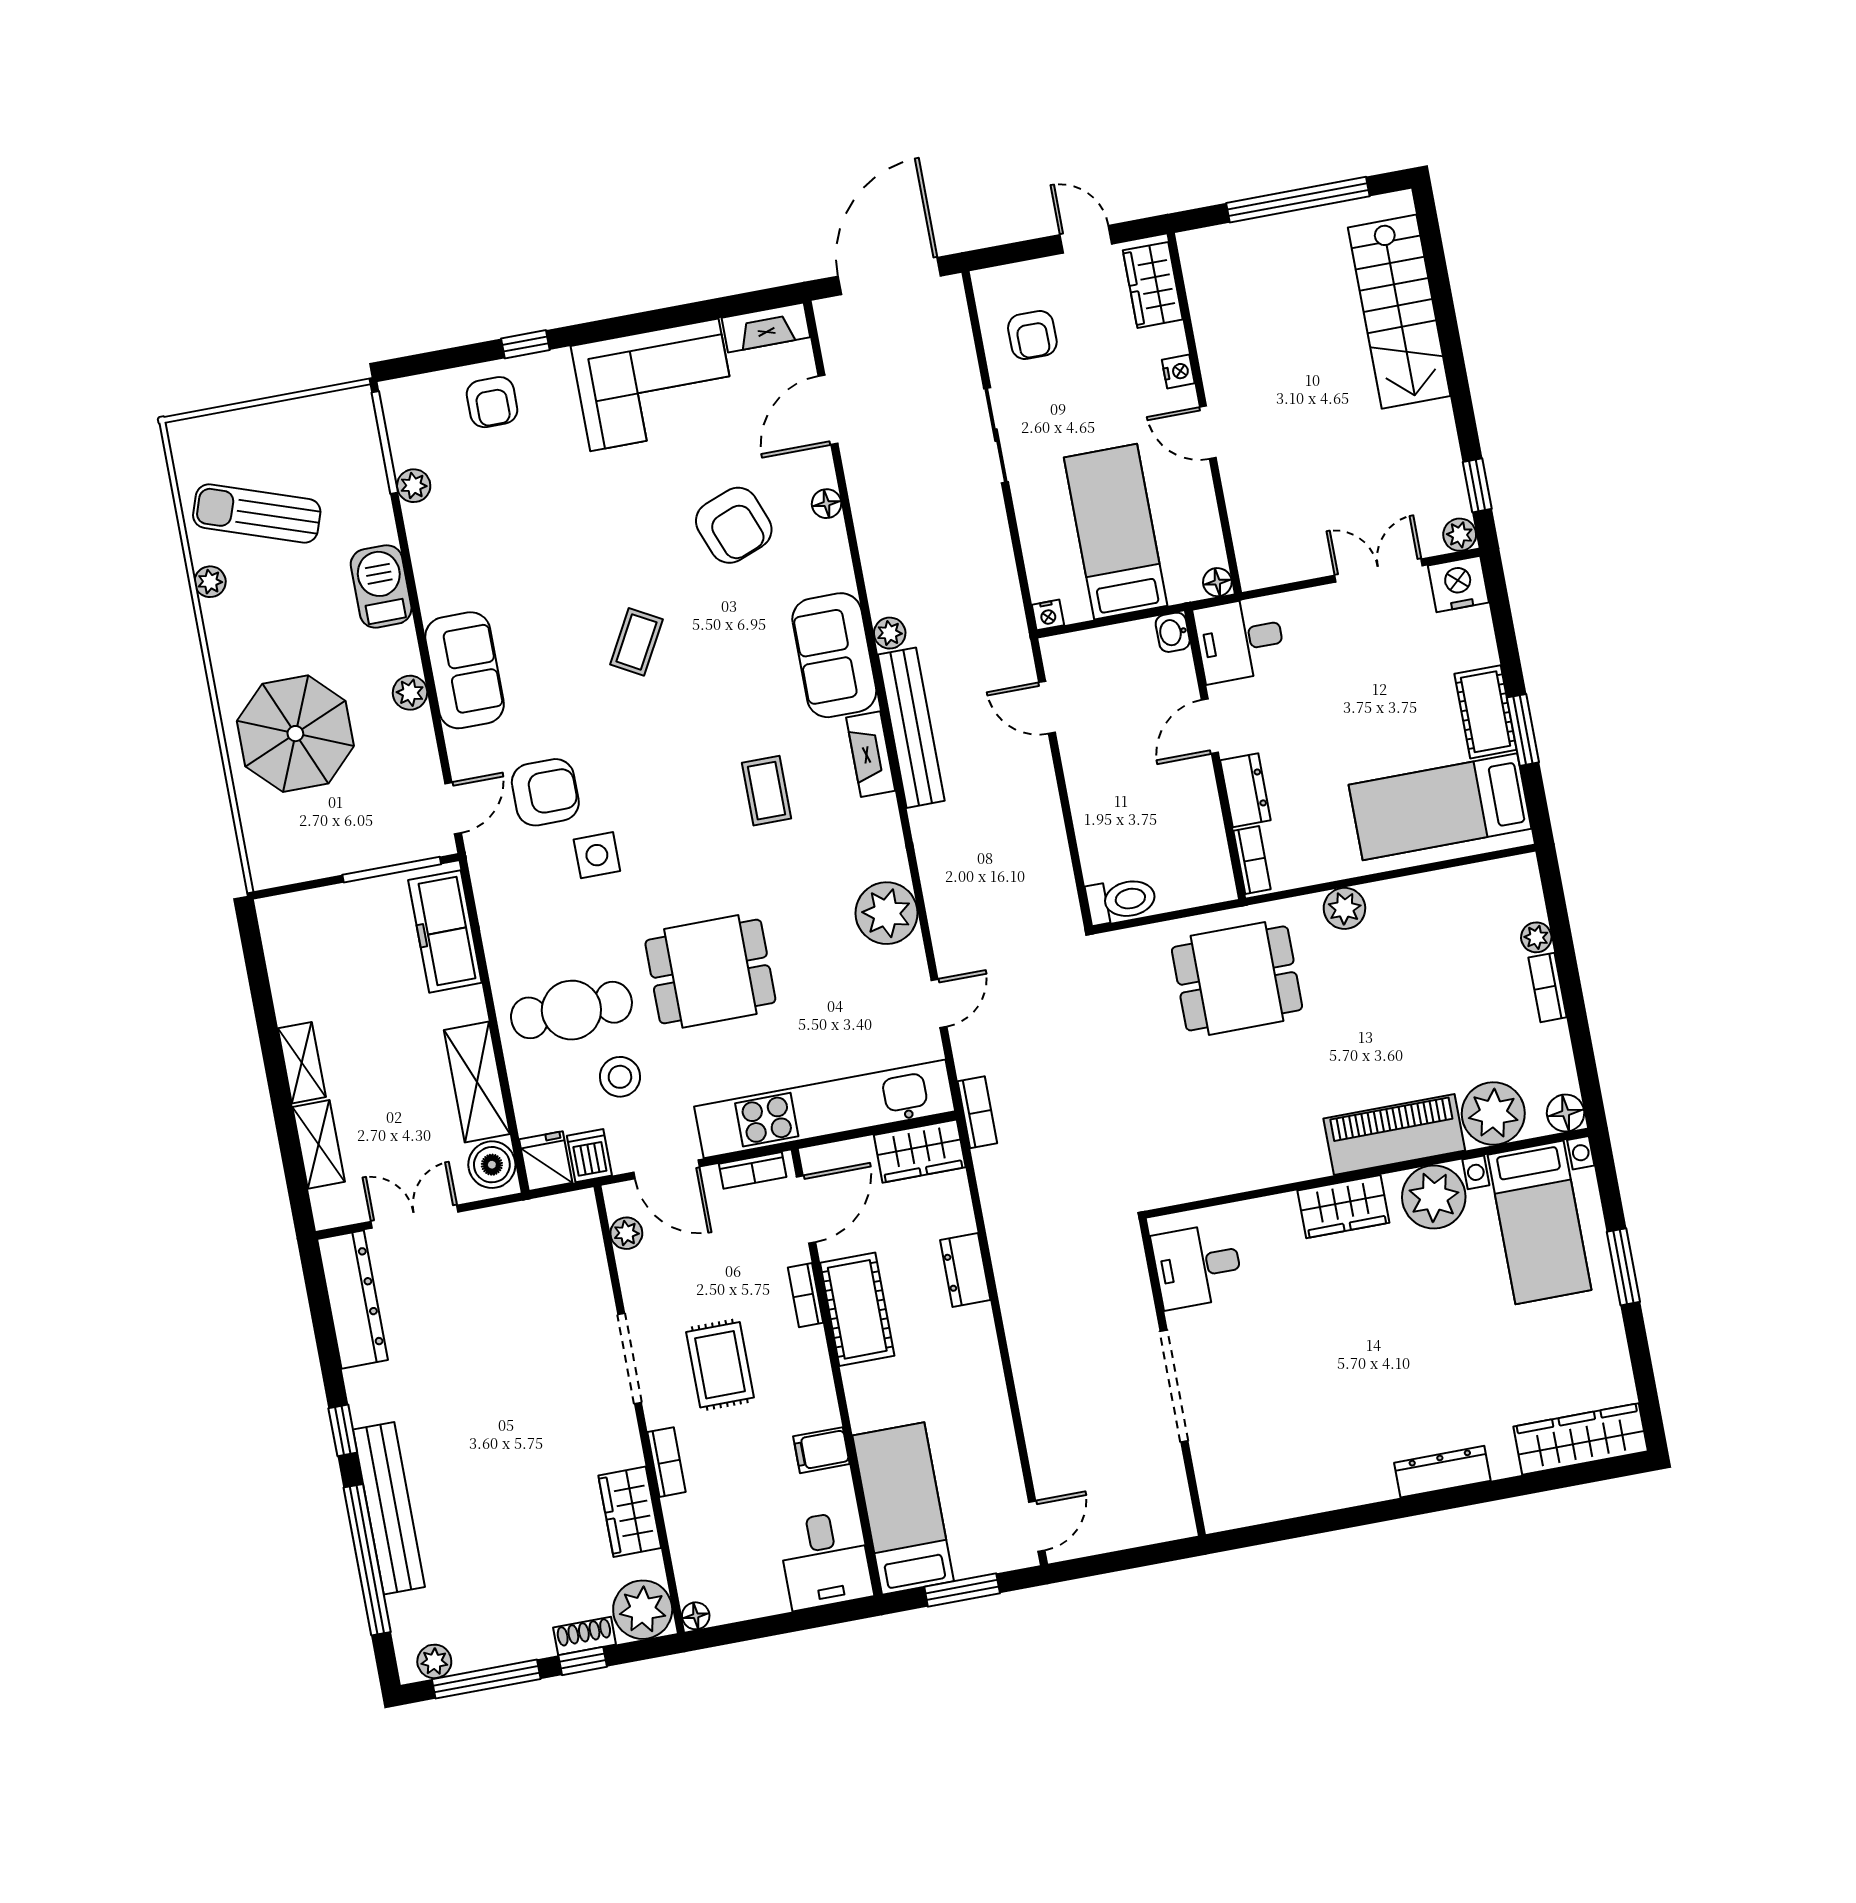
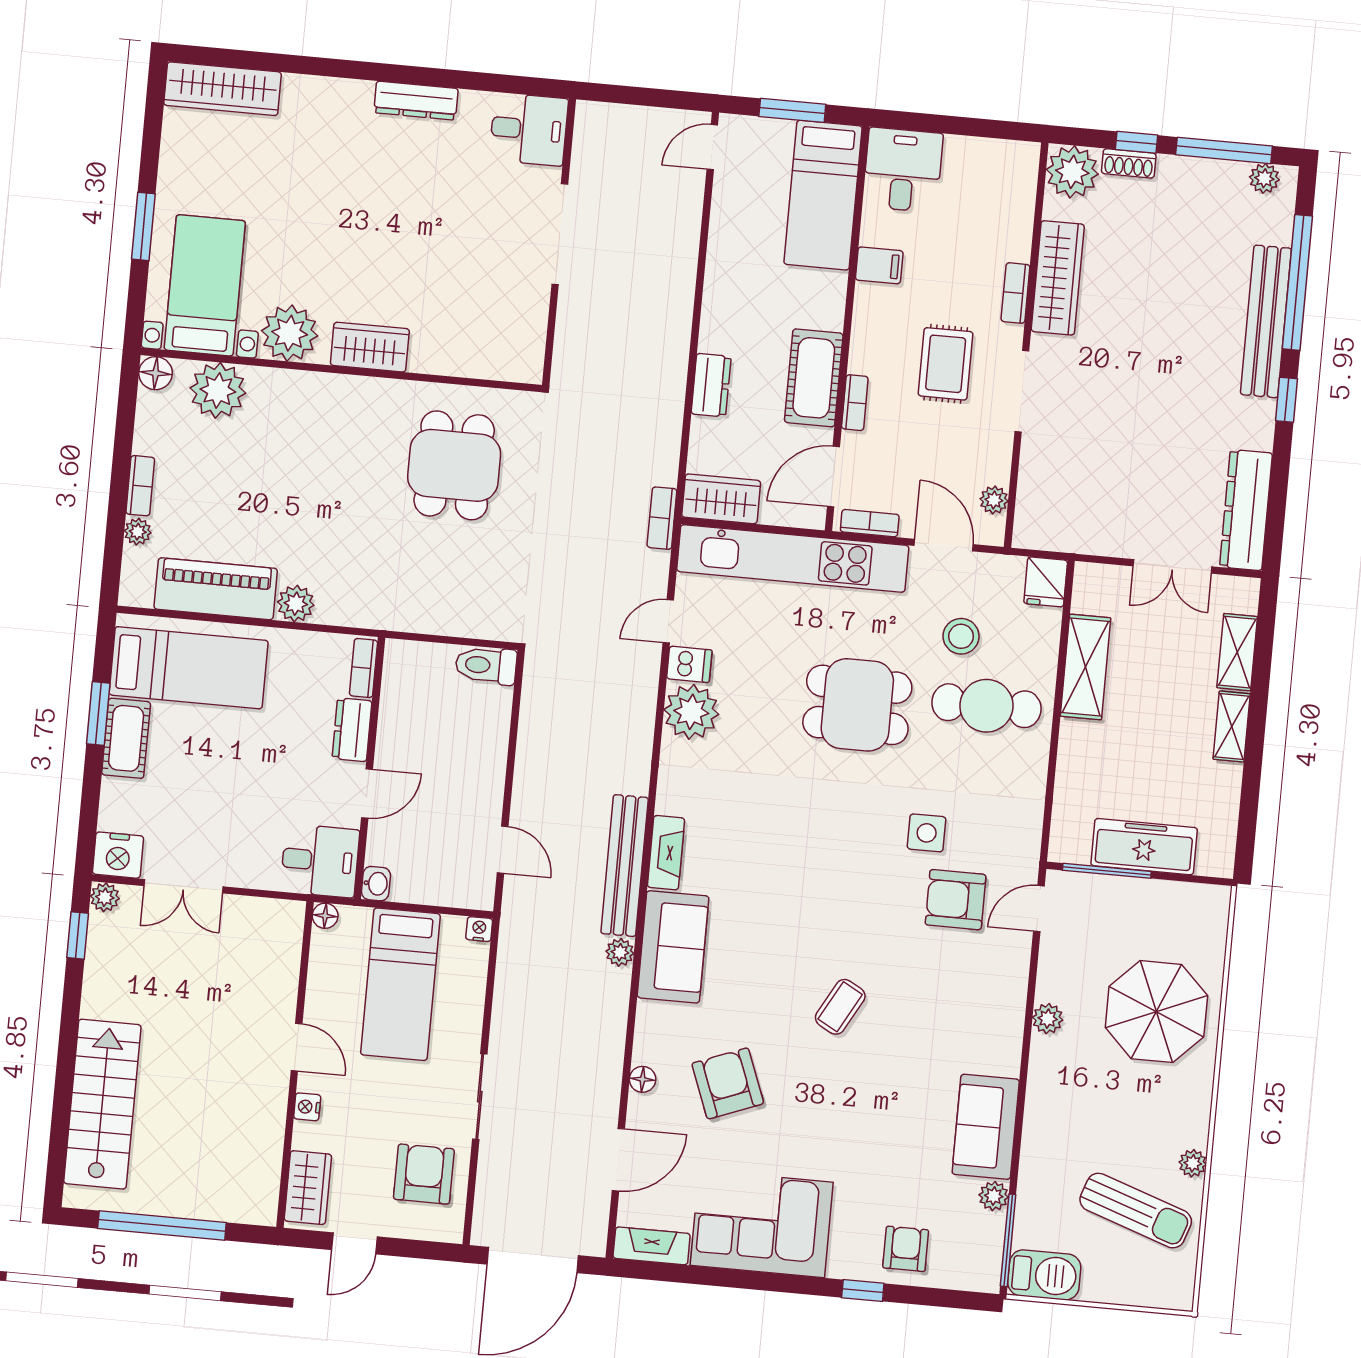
door: (1086, 239) -> (354, 1243), hinge flipped
armchair: (1032, 335) -> (424, 1174), width x1.38, depth x1.38
barbecue: (381, 586) -> (1044, 1275), moved, turned -90
sofa: (465, 670) -> (986, 1127), moved
coffee table: (767, 791) -> (765, 847), removed
freezer: (445, 931) -> (1144, 847), moved, turned -90
dining table: (1237, 978) -> (454, 465), moved, turned 90
piano: (1394, 1135) -> (216, 589), moved, turned 180
dishwasher: (589, 1156) -> (689, 664), moved, turned -90
boiler: (492, 1165) -> (1093, 592), removed
desk: (1197, 1266) -> (529, 129), moved
dresser: (1442, 1472) -> (416, 101), moved
wardrobe: (630, 1512) -> (1058, 278), width x1.50
floor lamp: (696, 1616) -> (1028, 153), removed

